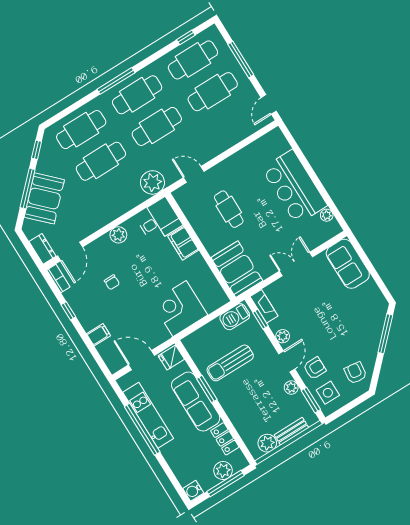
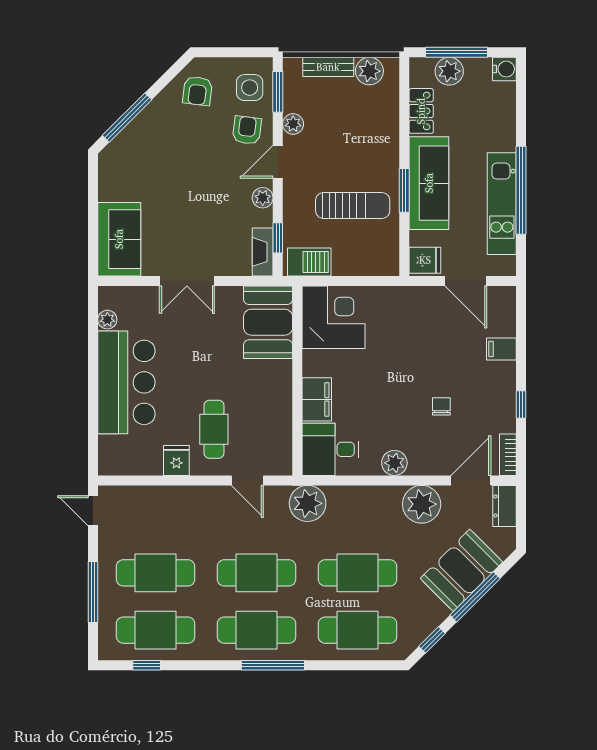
door: (269, 104) -> (93, 511), swing flipped
fridge: (240, 161) -> (176, 460), added
cafe table: (229, 209) -> (214, 429), moved
plant: (89, 221) -> (422, 504), added
corner desk: (180, 309) -> (334, 317), moved, turned -90
armchair: (315, 368) -> (247, 130), turned 97

